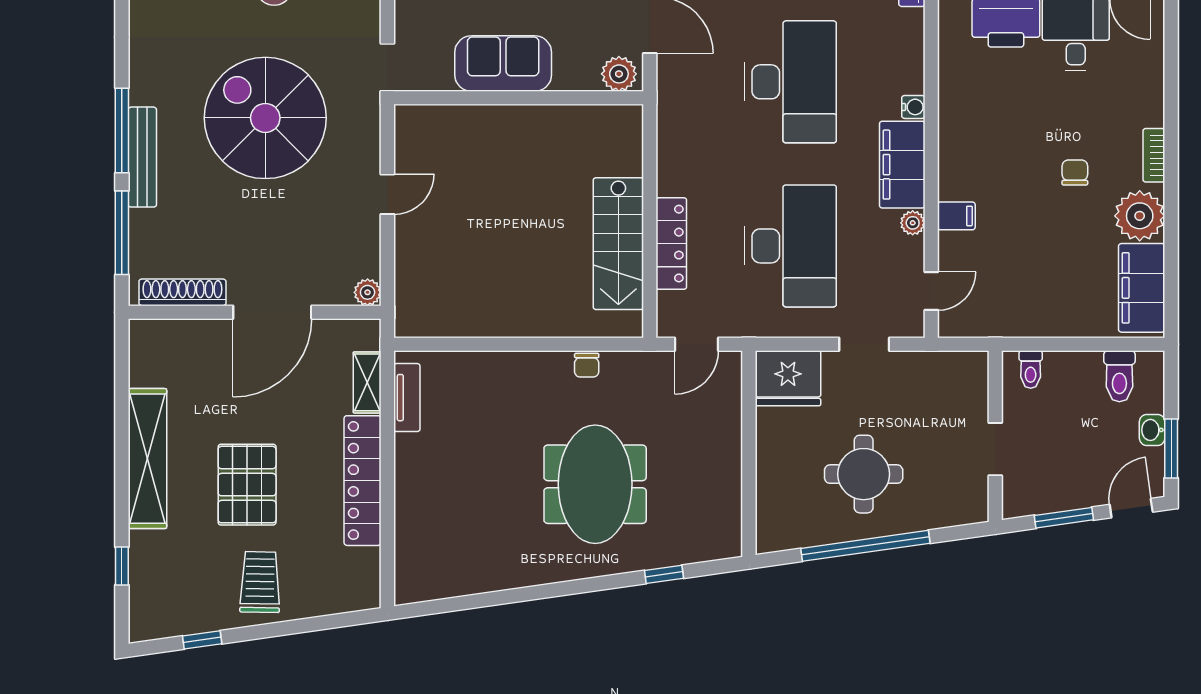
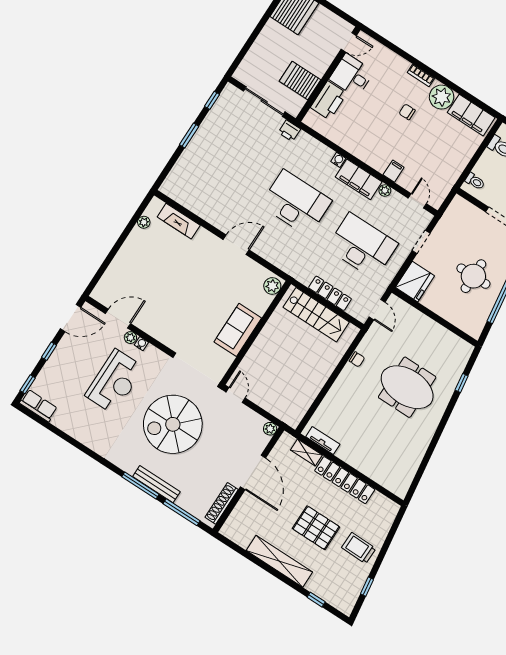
sofa: (503, 64) -> (238, 330), moved
plant: (619, 74) -> (272, 286), moved
wall: (519, 98) -> (256, 333), moved

